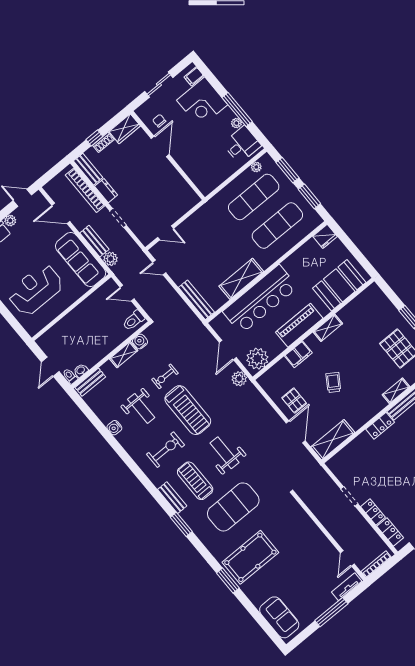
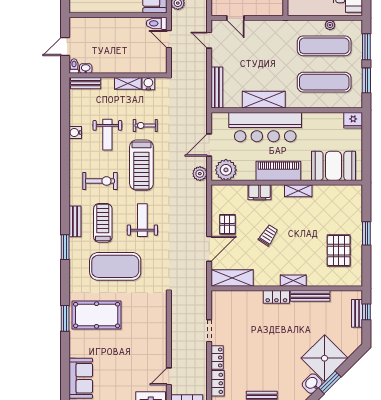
plant: (256, 167) -> (330, 25), moved
toilet: (133, 320) -> (157, 23), moved
shelving: (396, 391) -> (293, 281), moved

